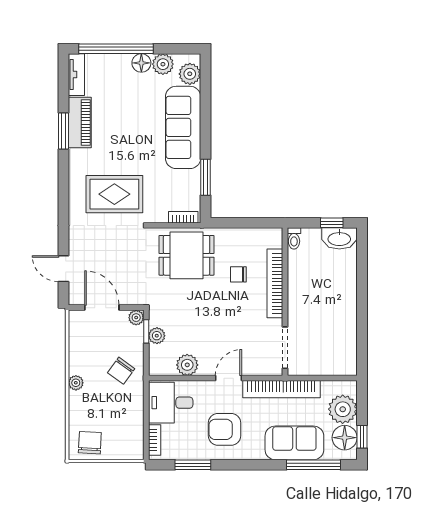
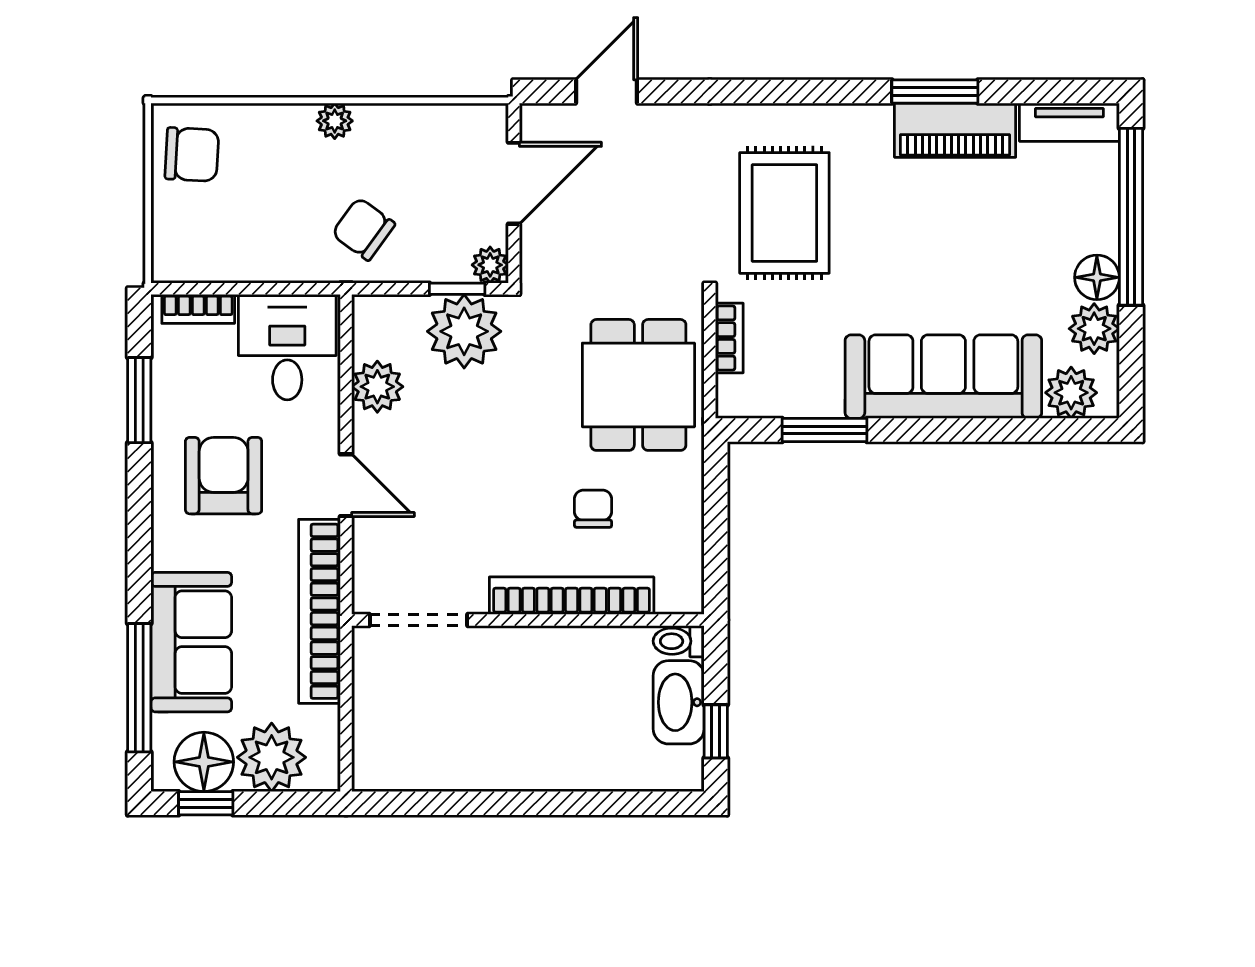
bookcase: (183, 217) -> (729, 338), moved
washbasin: (339, 238) -> (679, 702), moved
plant: (157, 336) -> (464, 331), width x1.87, depth x1.87

